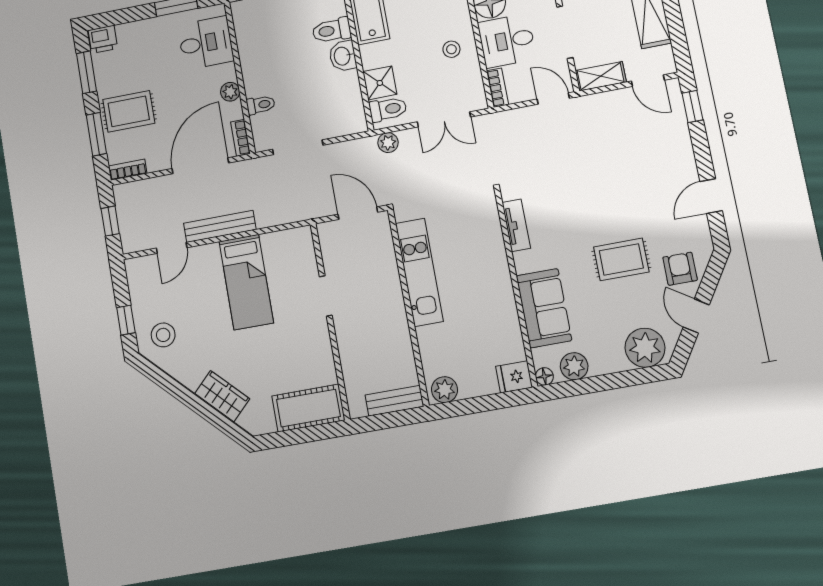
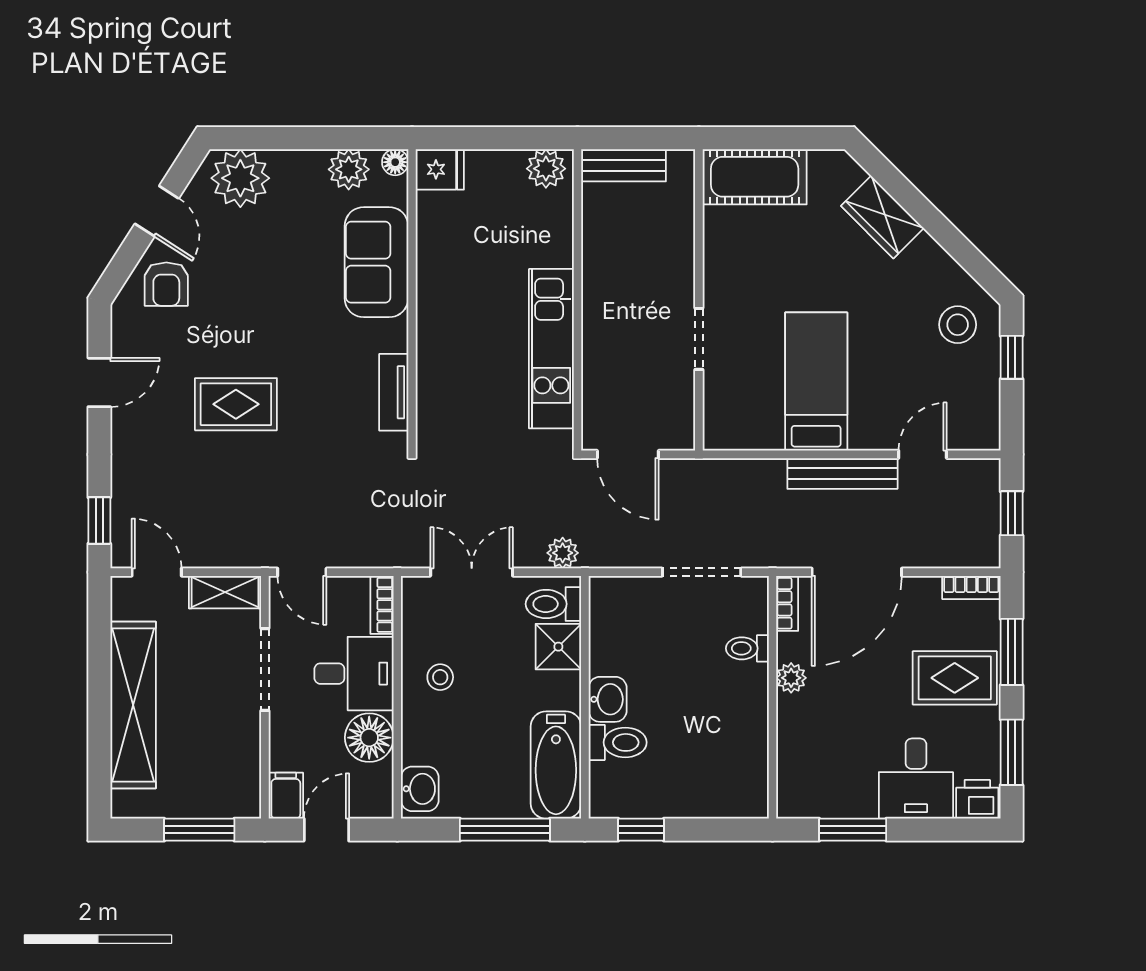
desk: (206, 43) -> (916, 779), moved, turned -90
rug: (621, 259) -> (236, 404), moved

